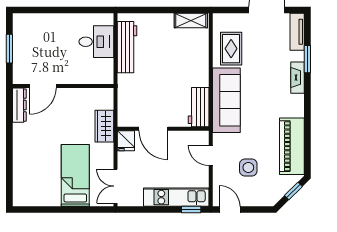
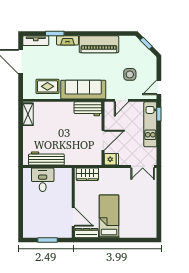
wardrobe: (104, 126) -> (87, 174), moved
piano: (292, 146) -> (99, 44), moved
bed: (75, 175) -> (109, 216), moved, turned 90

